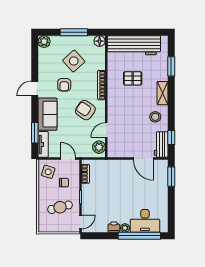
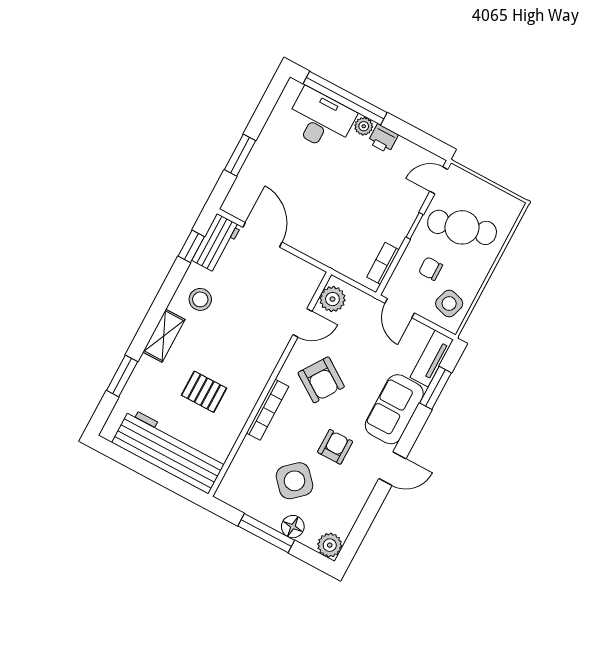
floor lamp: (100, 41) -> (293, 527), moved
window: (171, 177) -> (240, 155), moved
cafe table: (60, 207) -> (462, 227), width x1.37, depth x1.35

